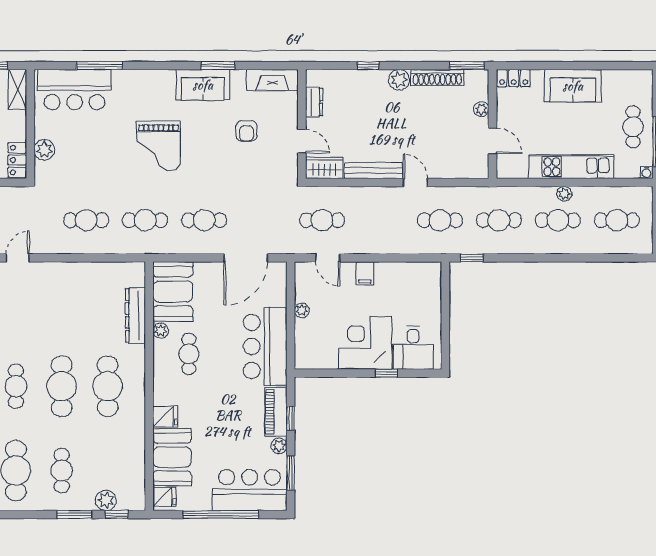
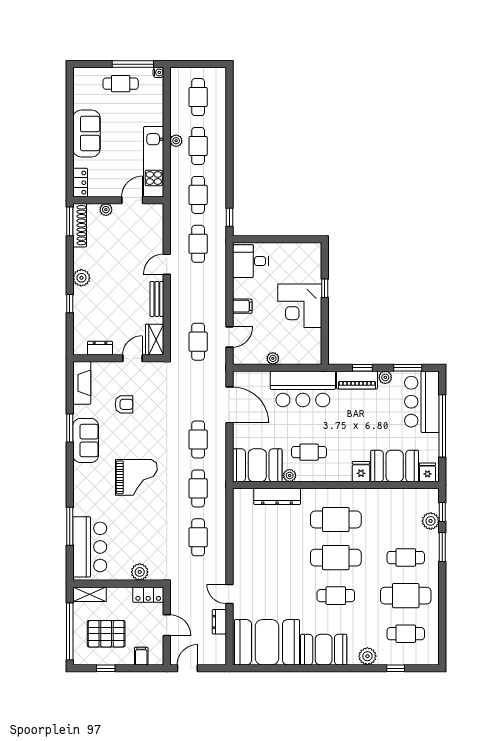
shoe rack: (437, 77) -> (80, 225), moved
kitchen unit: (571, 167) -> (154, 162), moved
bench: (374, 171) -> (157, 299), width x0.73
desk: (413, 348) -> (250, 261), moved, turned 180

